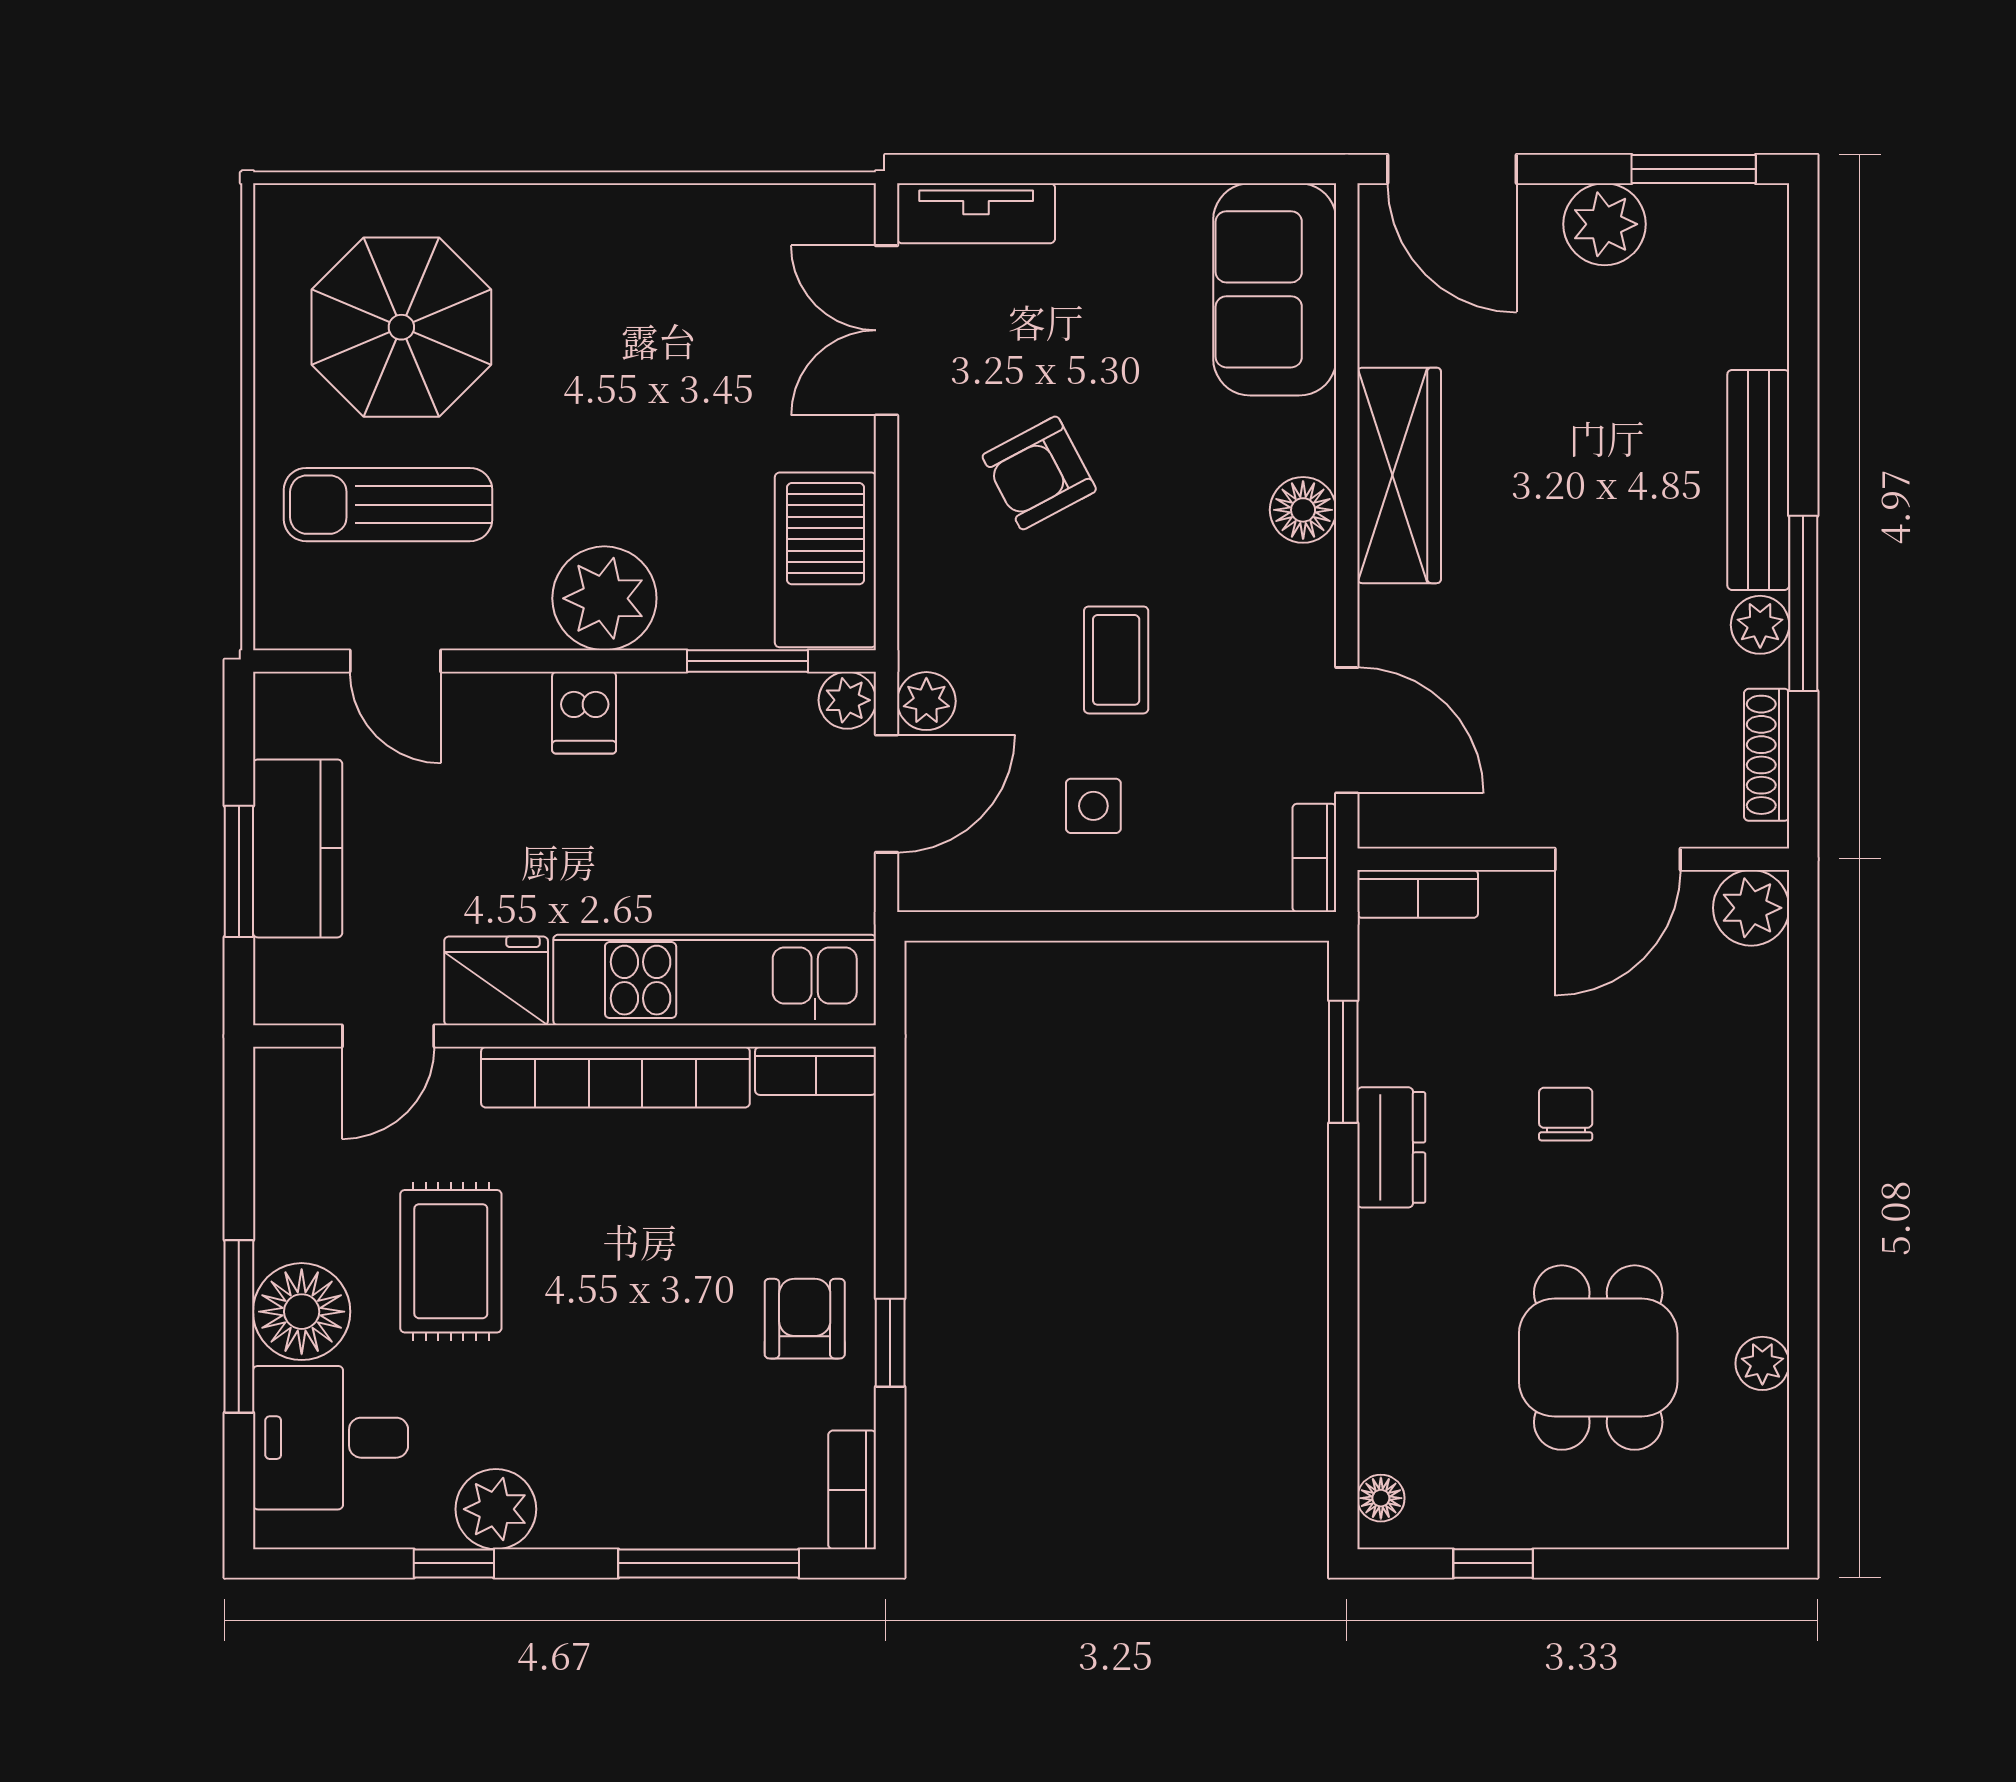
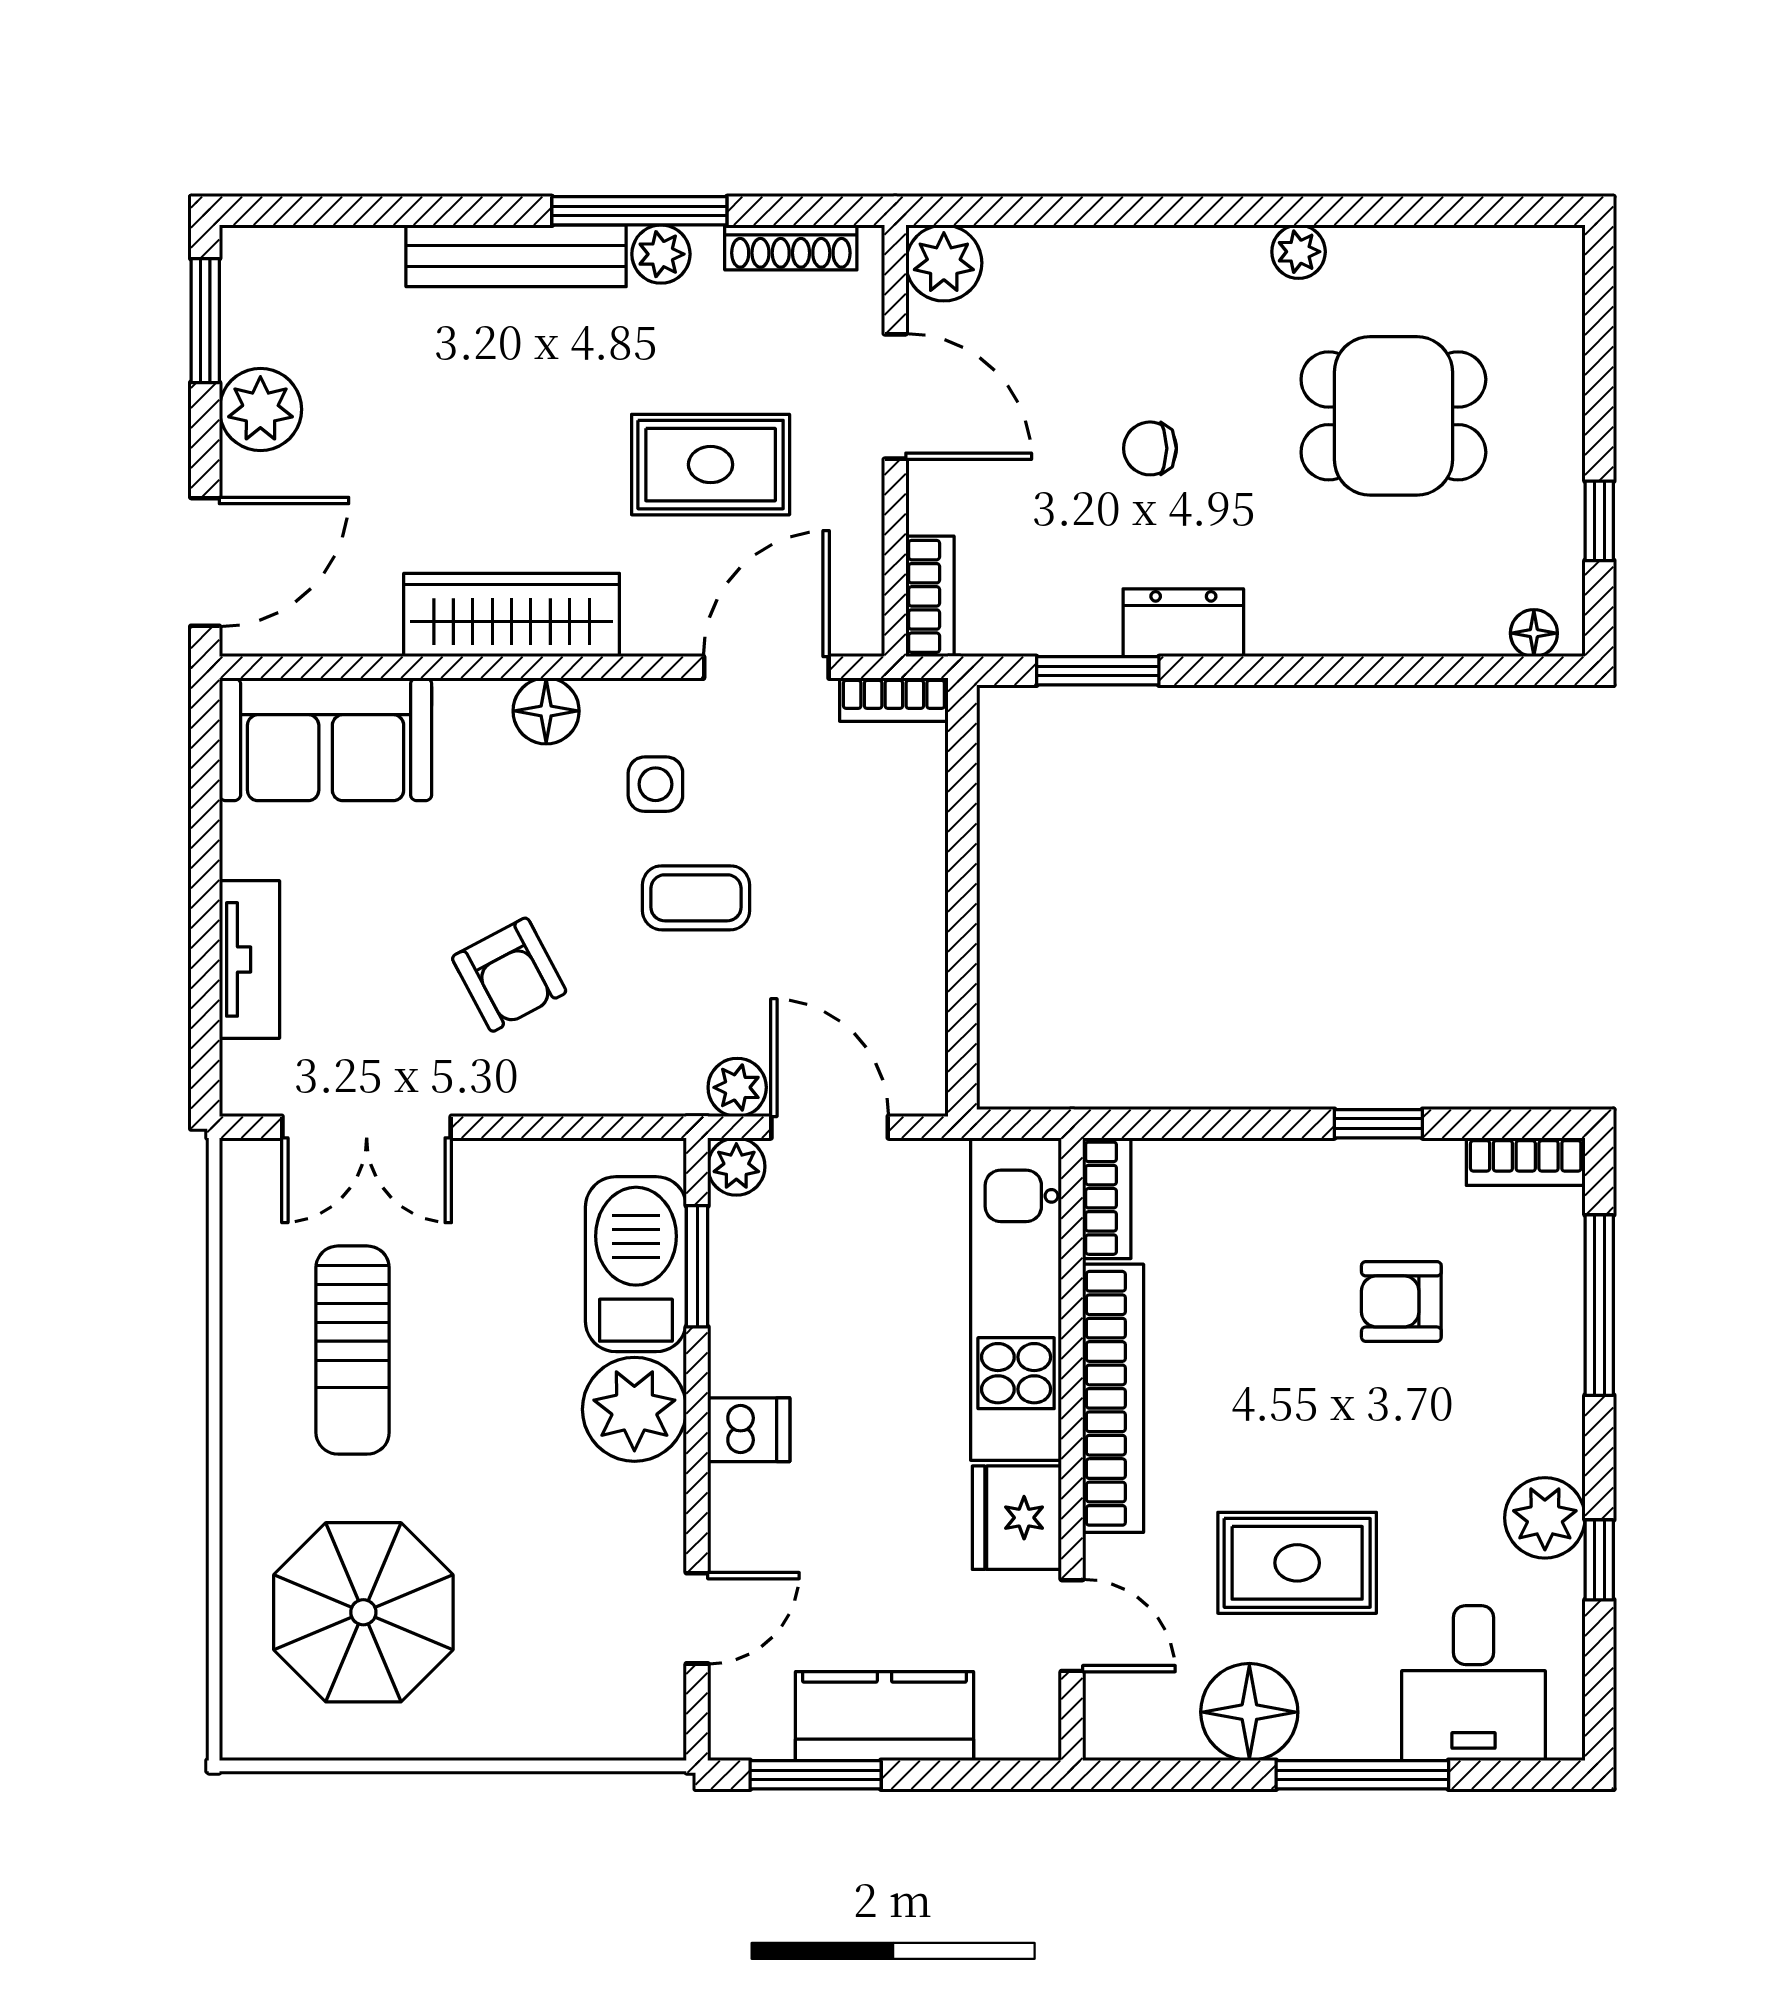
tv unit: (976, 213) -> (249, 959), moved
sun lounger: (388, 505) -> (353, 1350), moved
barbecue: (825, 560) -> (636, 1264), moved, turned 90
rug: (1549, 674) -> (711, 465), added
side table: (1093, 806) -> (655, 784), moved
window: (239, 871) -> (816, 1775), moved
floor lamp: (302, 1312) -> (1249, 1712), moved
armchair: (805, 1319) -> (1401, 1301), moved
plant: (1762, 1363) -> (1299, 252), moved

